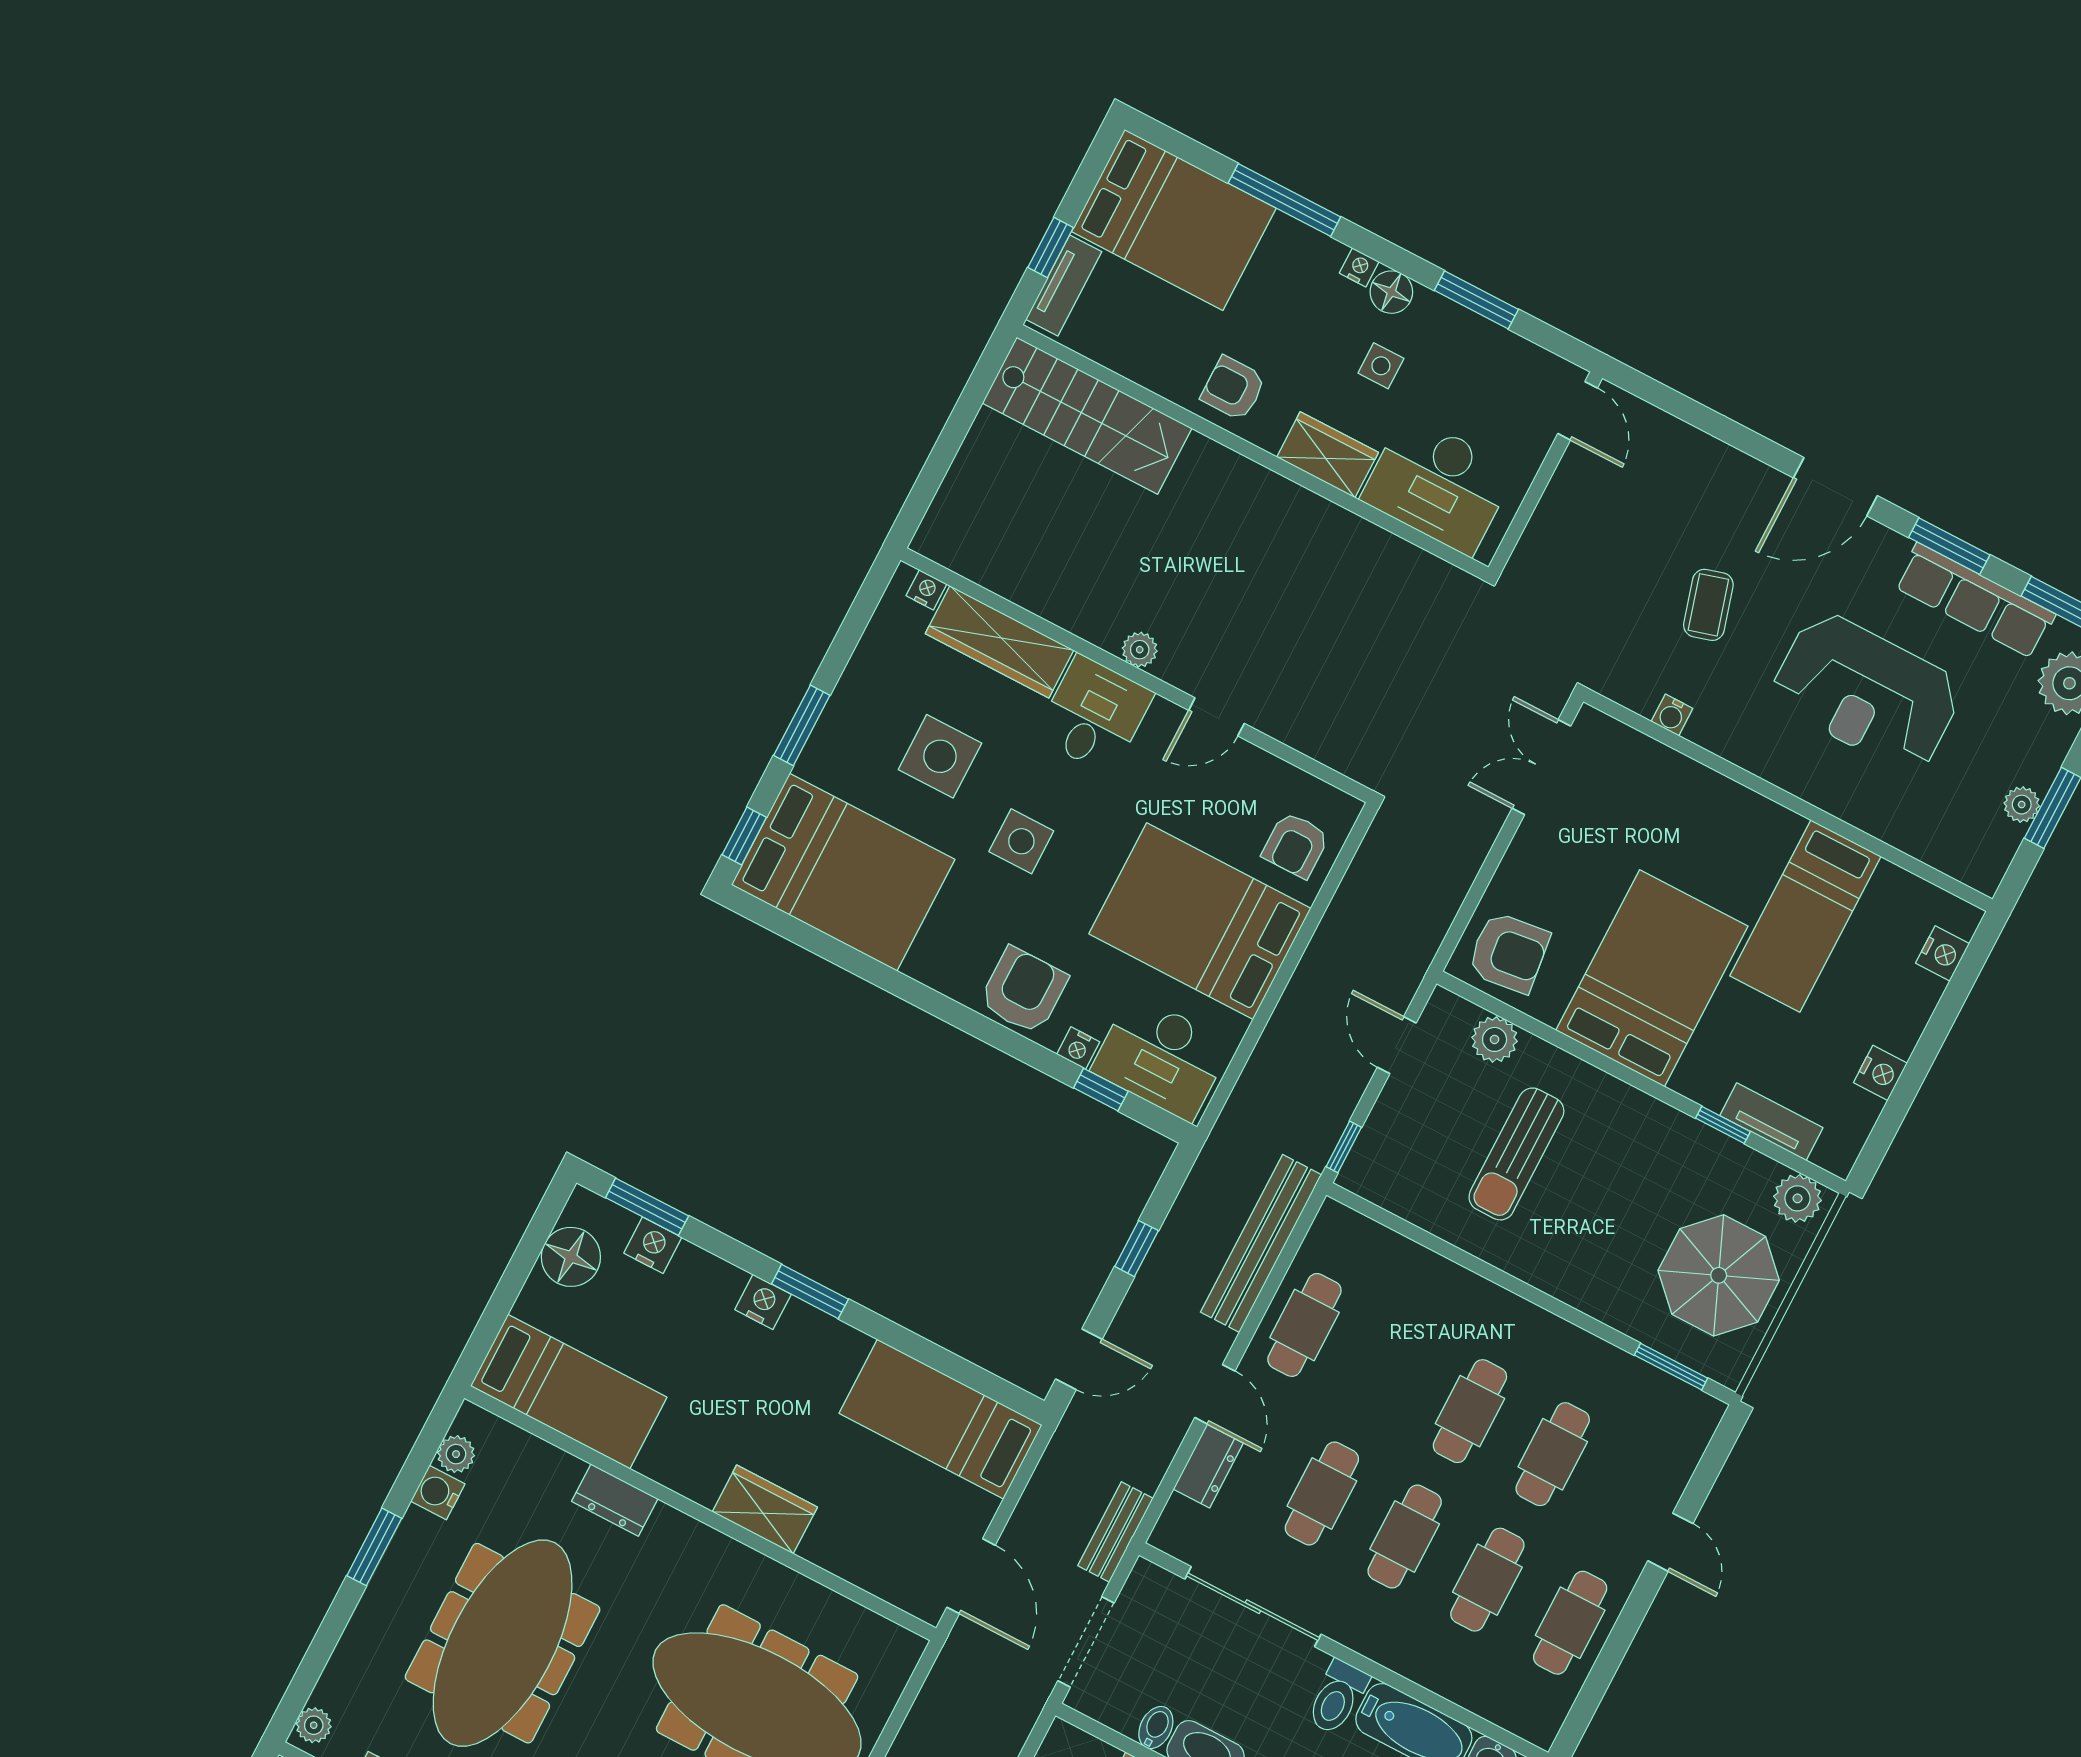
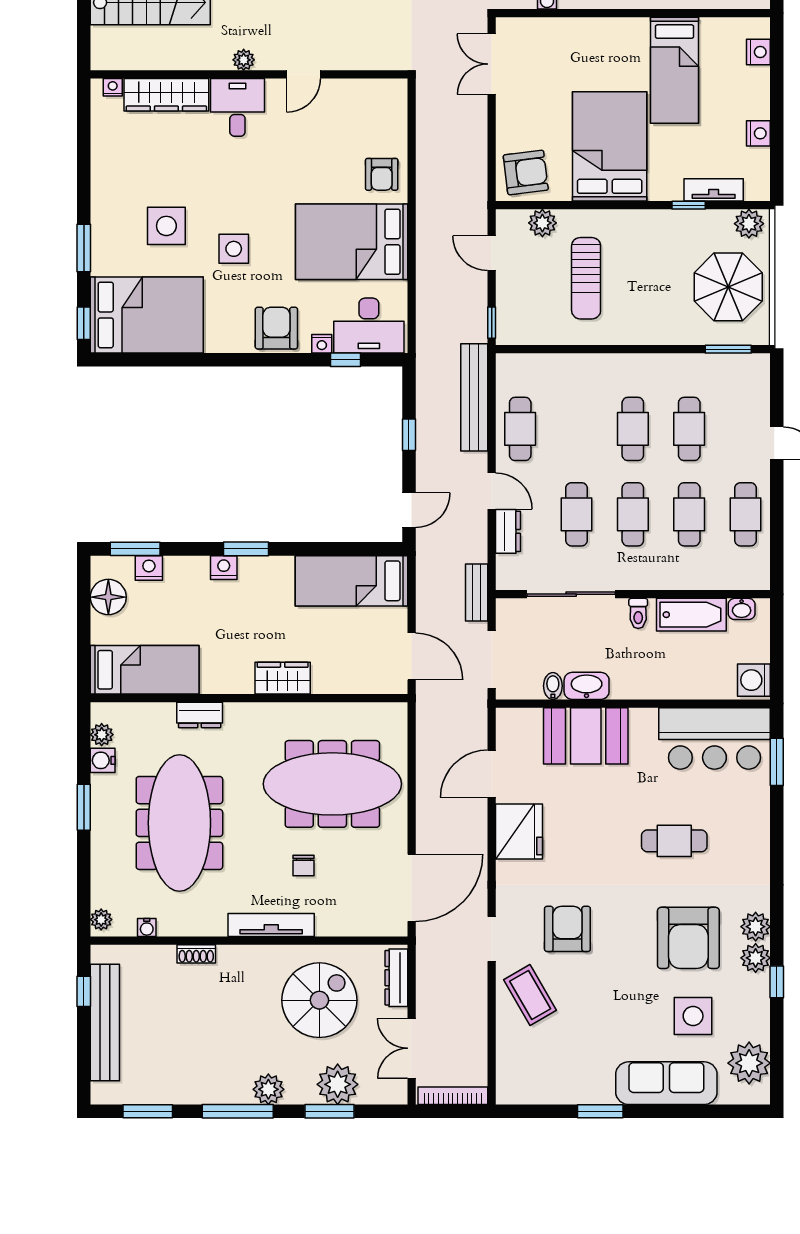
nightstand: (926, 590) -> (113, 87), moved
wardrobe: (999, 642) -> (166, 95), moved
plant: (1140, 650) -> (244, 60), moved
wall: (1136, 675) -> (249, 74), moved
desk: (1094, 715) -> (237, 107), moved
door: (1216, 717) -> (303, 74), moved
toilet: (1337, 1697) -> (638, 613), width x0.73, depth x0.72

